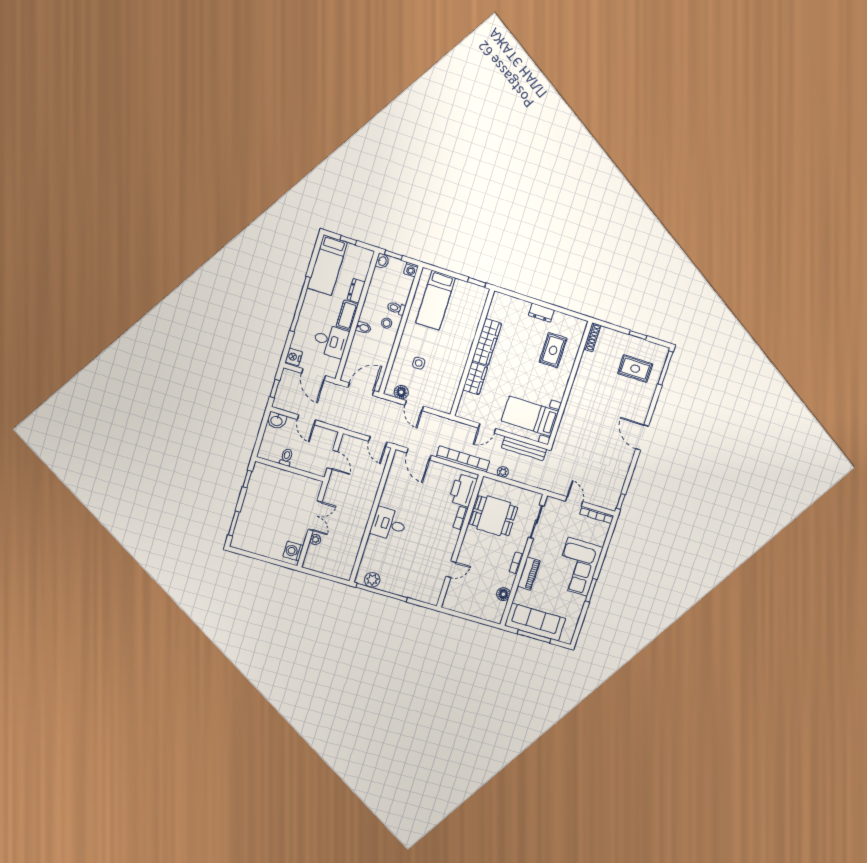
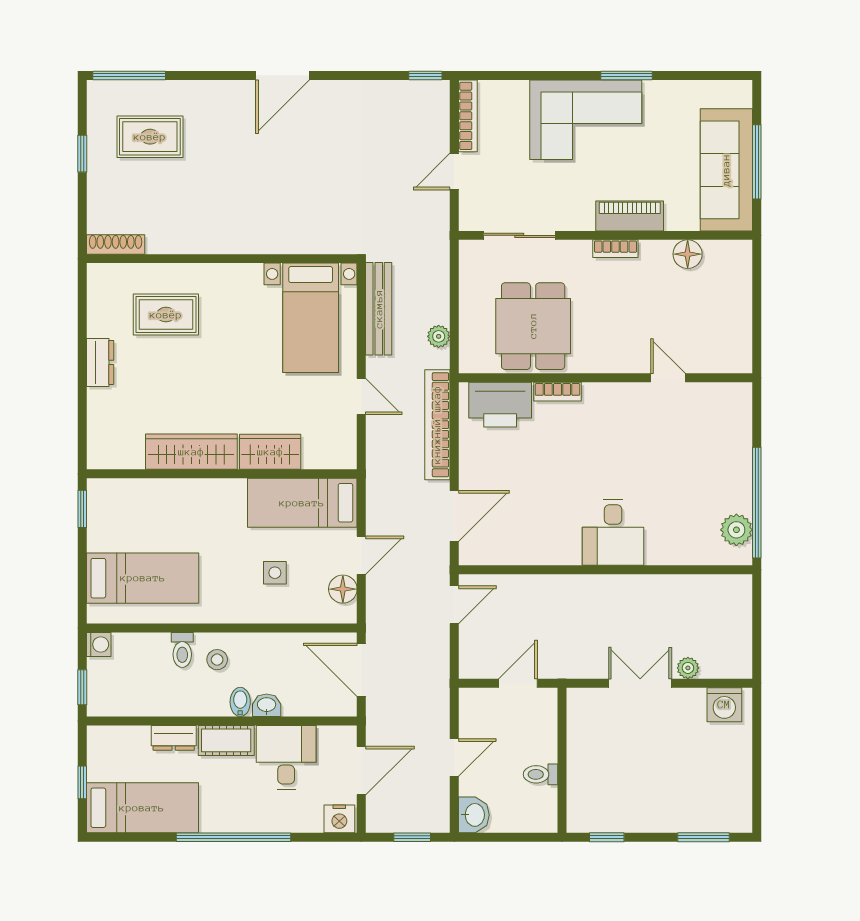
washbasin: (382, 261) -> (267, 705), moved
rug: (635, 369) -> (150, 137), turned 90
bed: (447, 386) -> (302, 503), added

